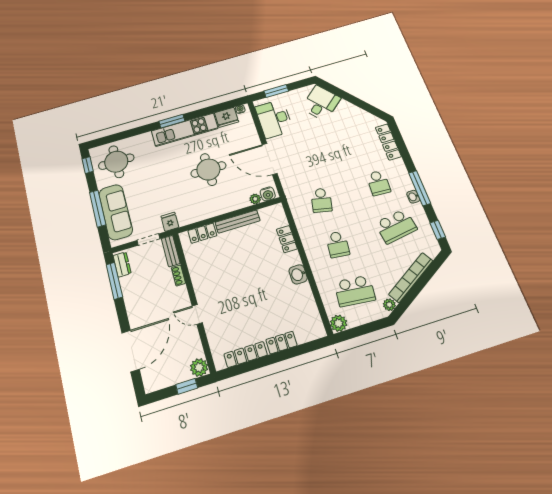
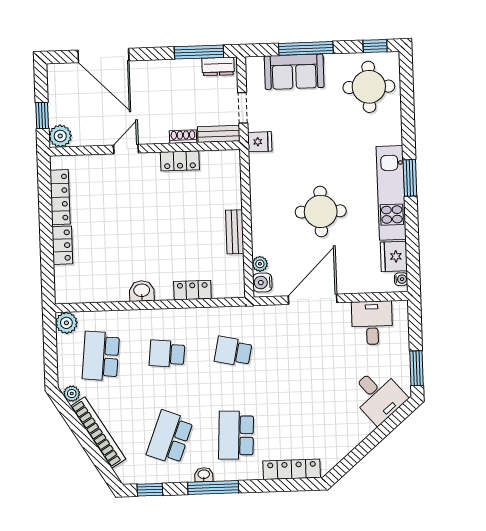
window: (276, 91) -> (417, 368), moved
desk: (274, 119) -> (372, 323), width x0.73
school desk: (378, 183) -> (236, 435), width x1.85
sofa: (116, 212) -> (294, 72), width x0.73
bench: (238, 222) -> (235, 232), width x0.73
school desk: (396, 226) -> (170, 438), turned 30
locker: (202, 233) -> (180, 161), moved, turned -90

